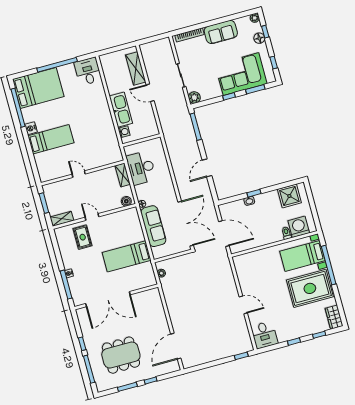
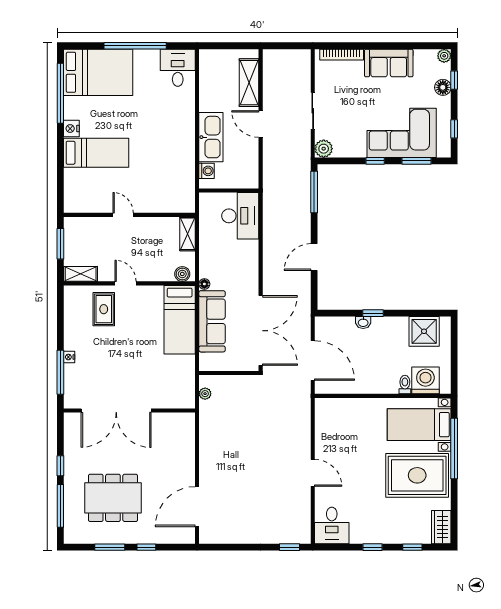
desk: (141, 168) -> (240, 216), moved, turned 180
bed: (127, 256) -> (180, 320), moved, turned -90

